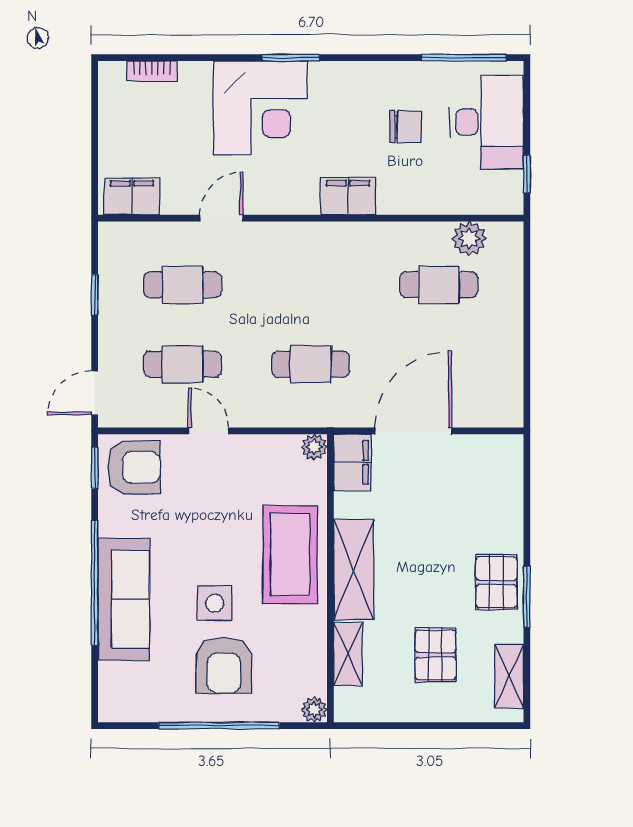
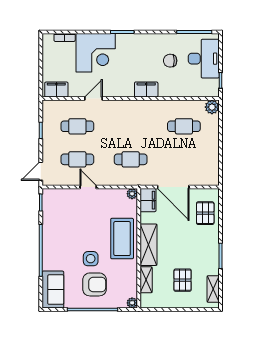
corner desk: (260, 108) -> (96, 53), moved
chair: (406, 127) -> (170, 61), turned 180
plant: (469, 238) -> (212, 107), moved
door: (413, 431) -> (173, 187), swing flipped
armchair: (134, 467) -> (57, 202), removed
pallet: (496, 582) -> (205, 213), moved
sofa: (124, 599) -> (53, 290), moved, width x0.73
armchair: (224, 665) -> (95, 284), turned -90

